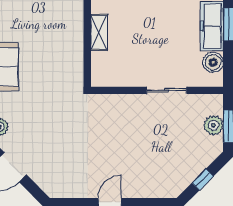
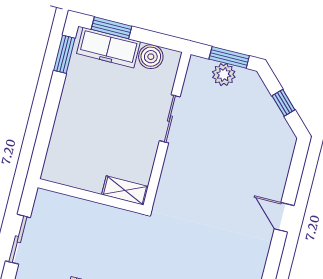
shelving: (99, 32) -> (125, 190), moved

